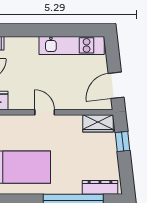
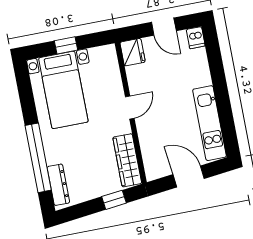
door: (116, 85) -> (189, 176), moved
wardrobe: (98, 123) -> (127, 160), width x1.50

